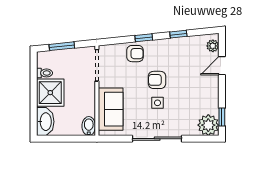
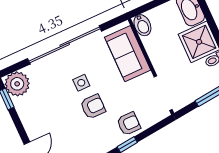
armchair: (135, 54) -> (129, 124), turned 180
sliding door: (157, 139) -> (65, 45), width x1.36

